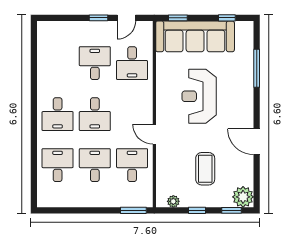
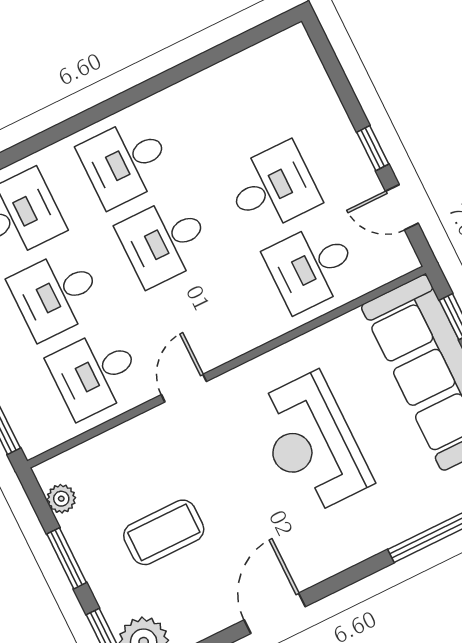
reception desk: (199, 96) -> (311, 444), turned -90
desk: (95, 165) -> (56, 294), turned 180
desk: (132, 165) -> (95, 373), turned 180
window: (197, 210) -> (67, 558), width x1.50

